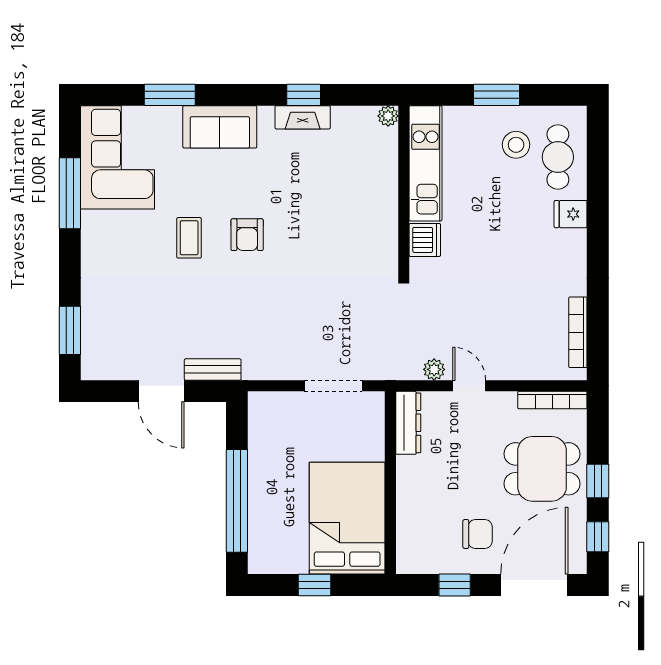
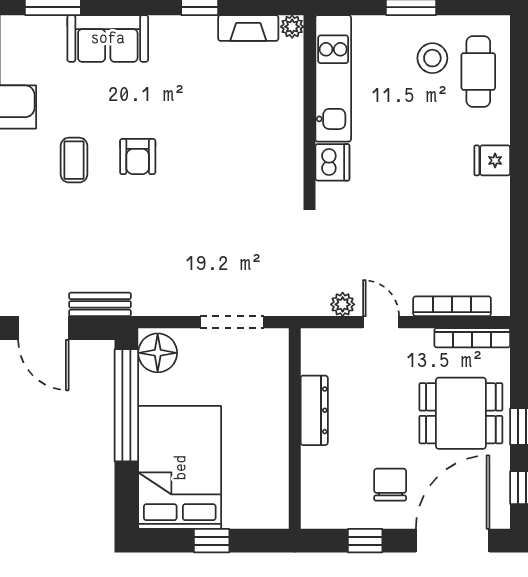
fireplace: (303, 117) -> (248, 28), moved
fridge: (571, 214) -> (492, 160), moved
bookcase: (578, 332) -> (452, 306), moved, turned 90
floor lamp: (265, 414) -> (158, 353), added
dresser: (408, 423) -> (314, 410), moved
window: (237, 501) -> (126, 405), moved
bed: (347, 518) -> (180, 467), moved
chair: (477, 534) -> (390, 485), turned -90

